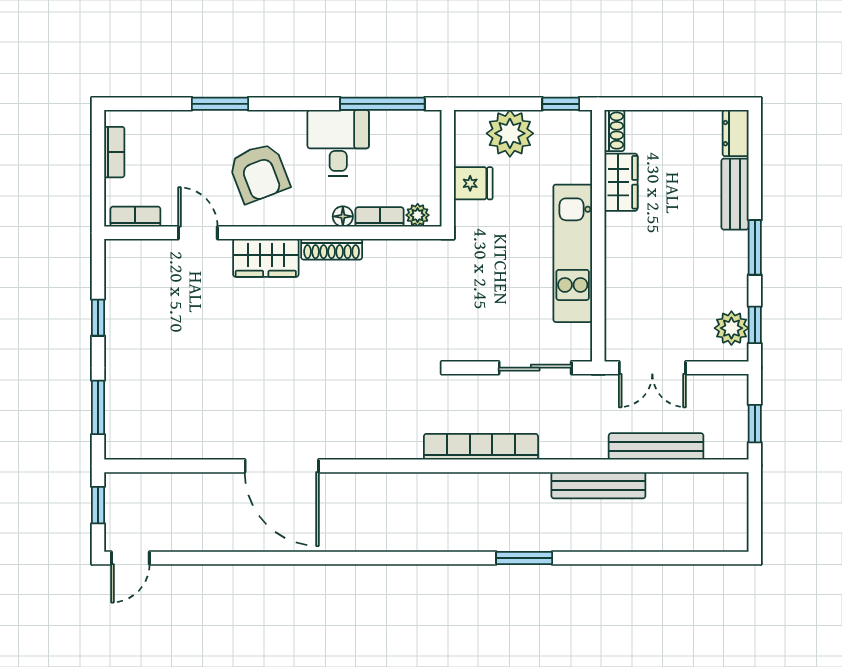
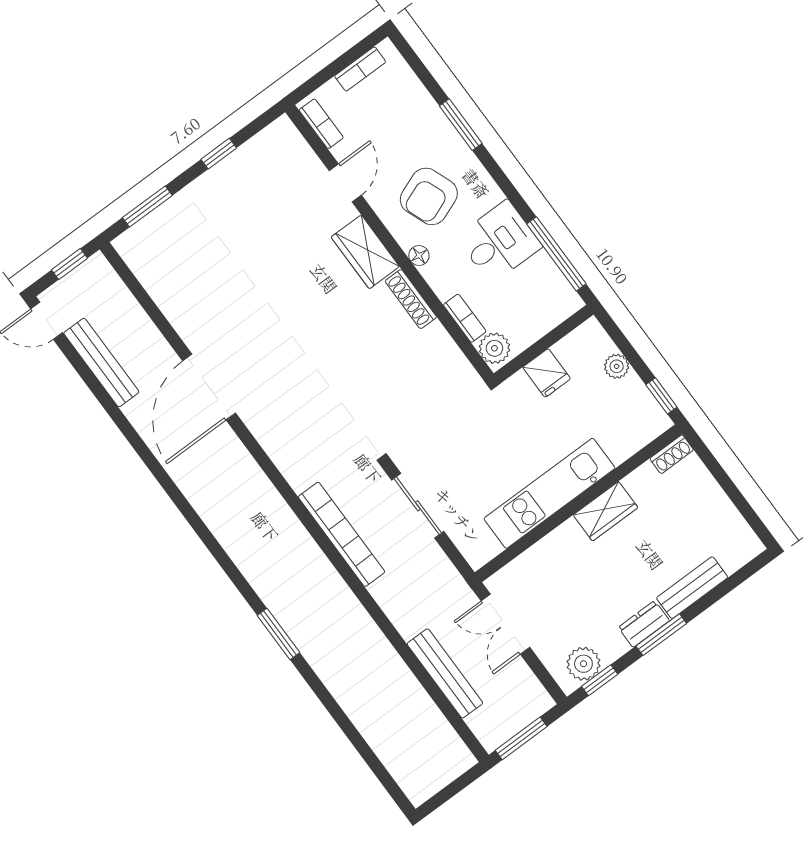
plant: (510, 133) -> (617, 366), width x0.53, depth x0.53
dresser: (736, 133) -> (644, 624), moved
wardrobe: (621, 182) -> (606, 511), moved
plant: (418, 215) -> (494, 348), width x1.38, depth x1.38
floor lamp: (343, 216) -> (419, 256), moved
sliding door: (535, 368) -> (418, 506), moved
window: (755, 424) -> (521, 738), width x1.50
bench: (598, 485) -> (101, 363), moved

